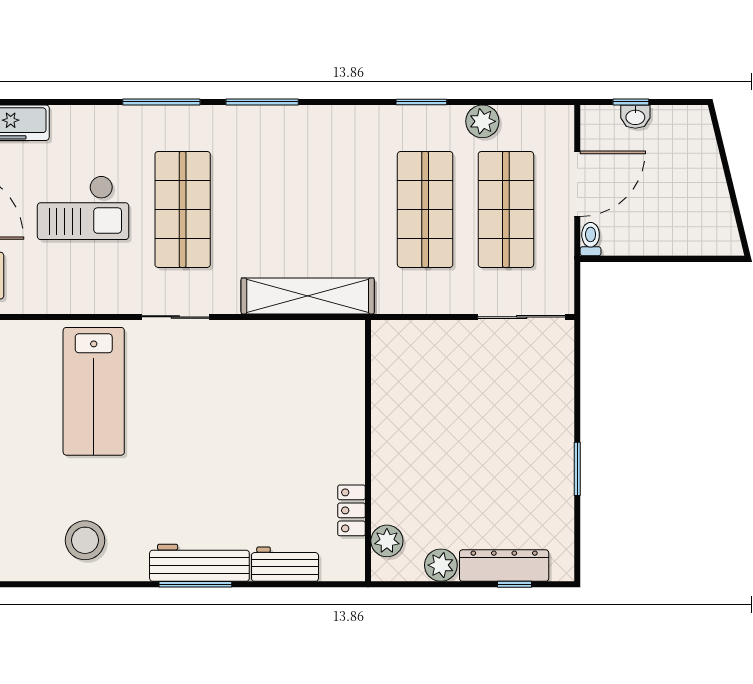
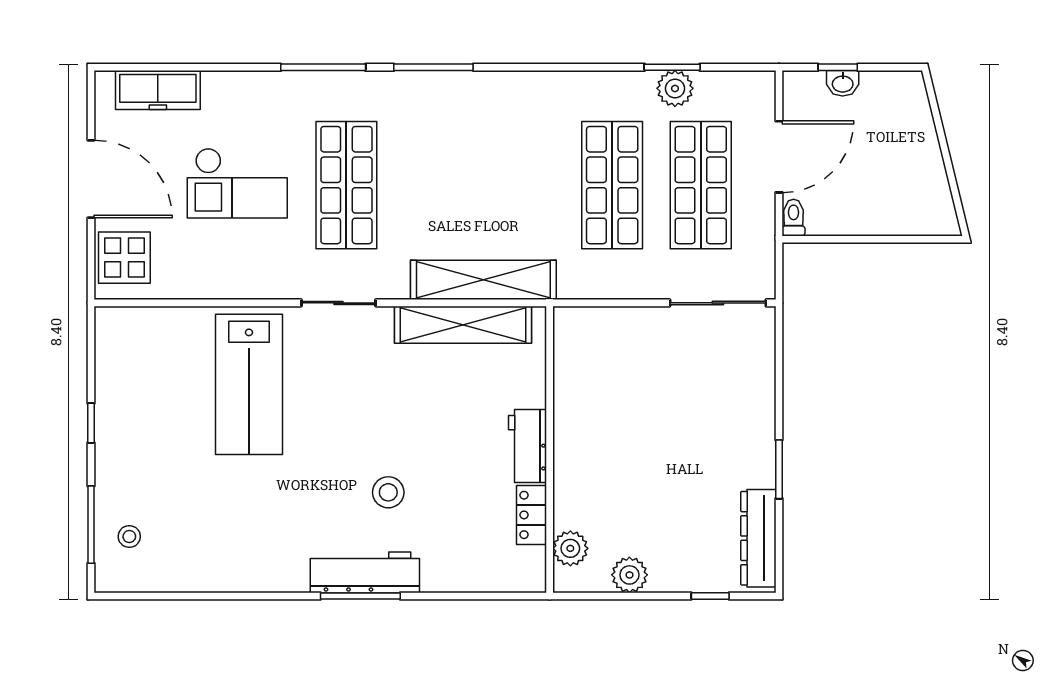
window: (421, 102) -> (672, 67), moved
shelving: (289, 337) -> (463, 325), added
stool: (85, 540) -> (388, 492), moved, width x0.73, depth x0.73
workbench: (285, 564) -> (528, 446), moved, turned -90
dresser: (504, 566) -> (758, 538), moved, turned -90

